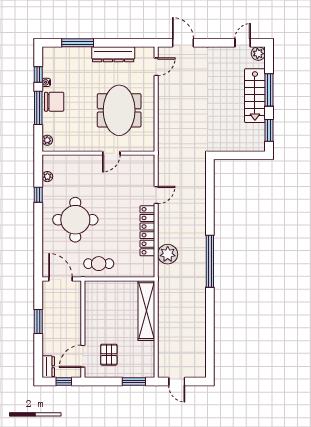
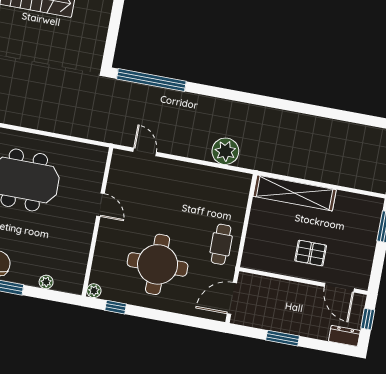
wall: (98, 153) -> (97, 222), moved
door: (111, 153) -> (101, 205), moved
locker: (147, 231) -> (190, 172), removed
window: (210, 261) -> (151, 80), moved
pallet: (109, 355) -> (311, 253), moved

